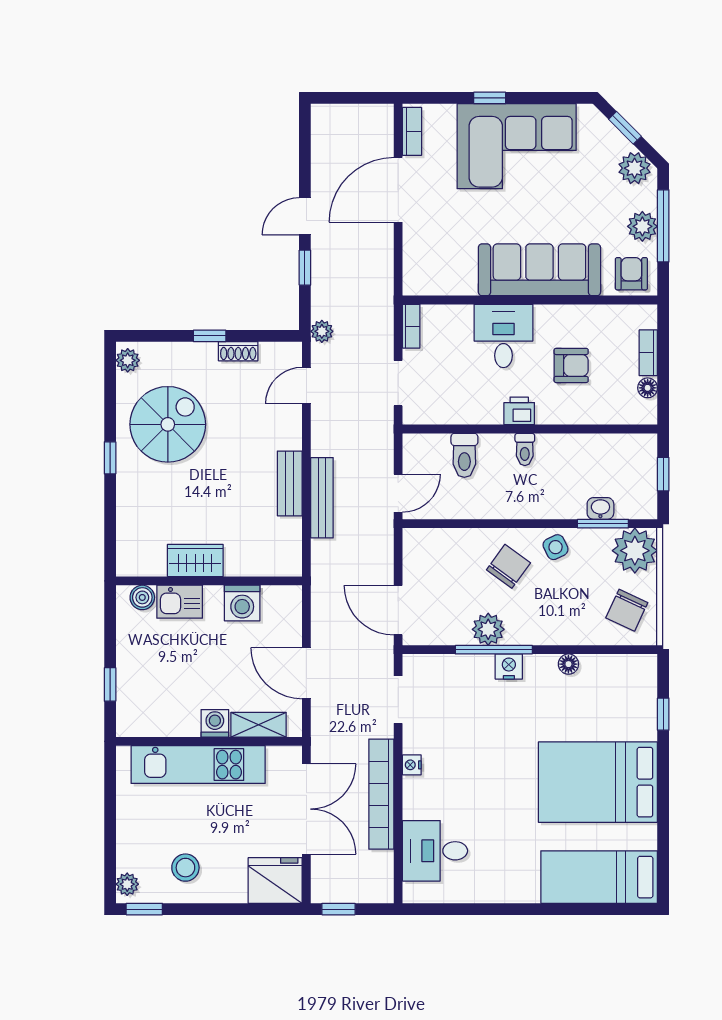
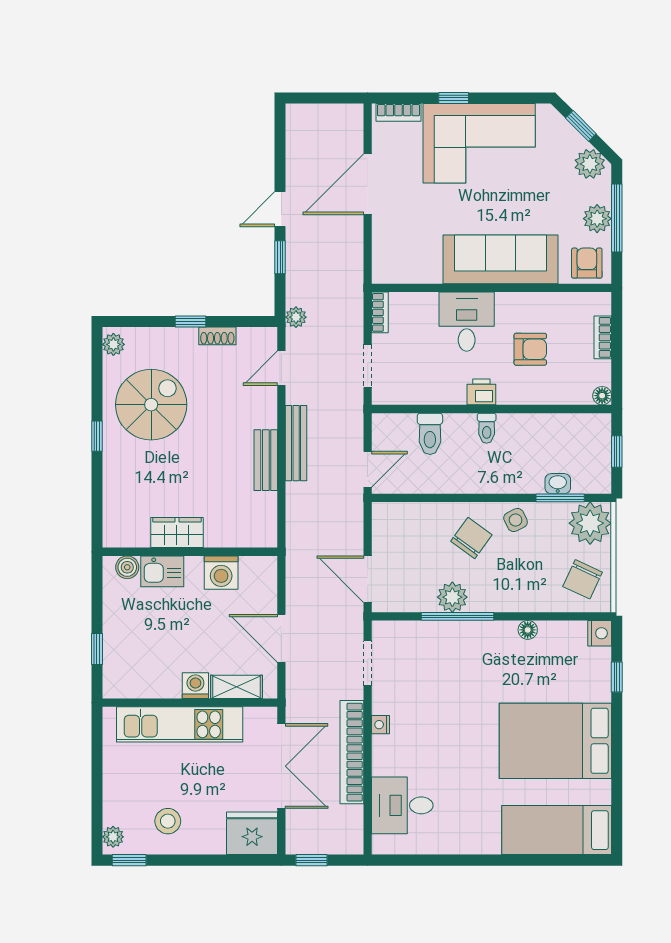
bookcase: (412, 131) -> (398, 112), moved, turned 90
floor lamp: (648, 388) -> (602, 396), moved
bench: (322, 498) -> (296, 443), moved
nightstand: (509, 667) -> (600, 633), moved, turned 90

